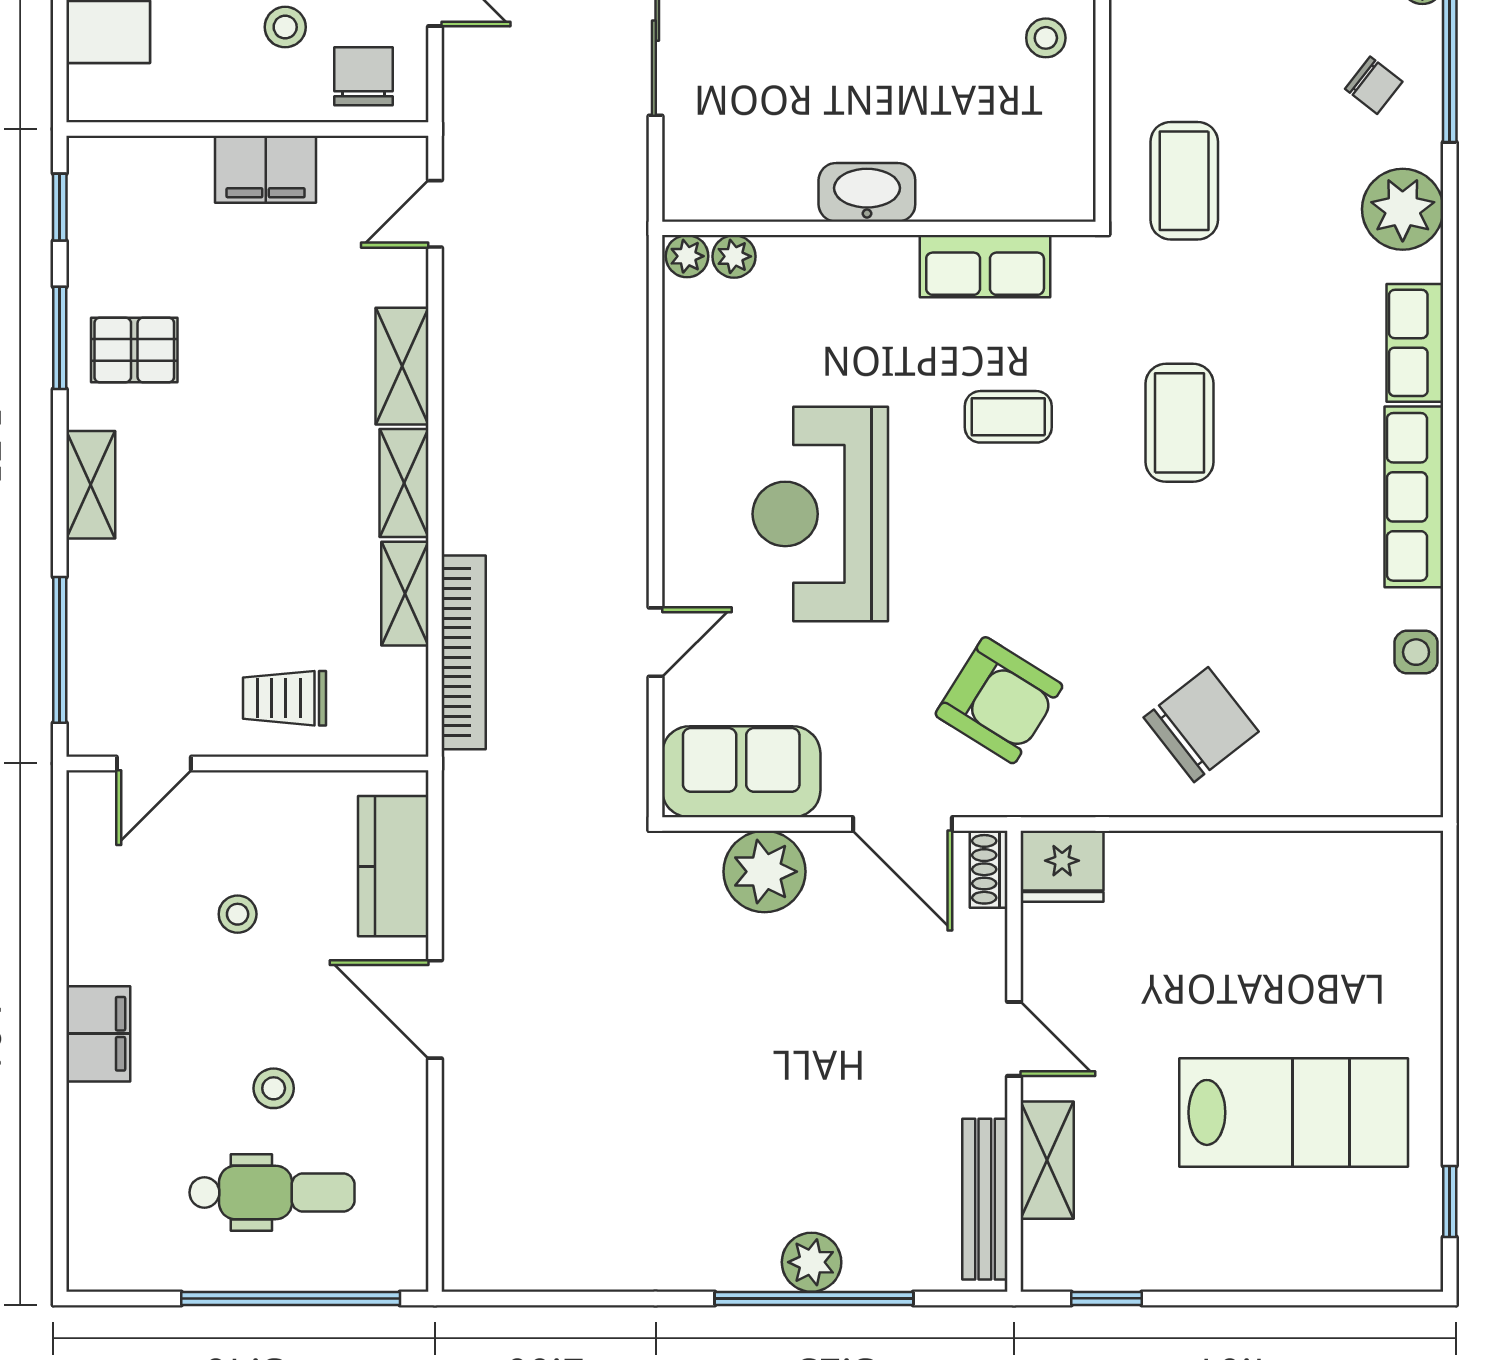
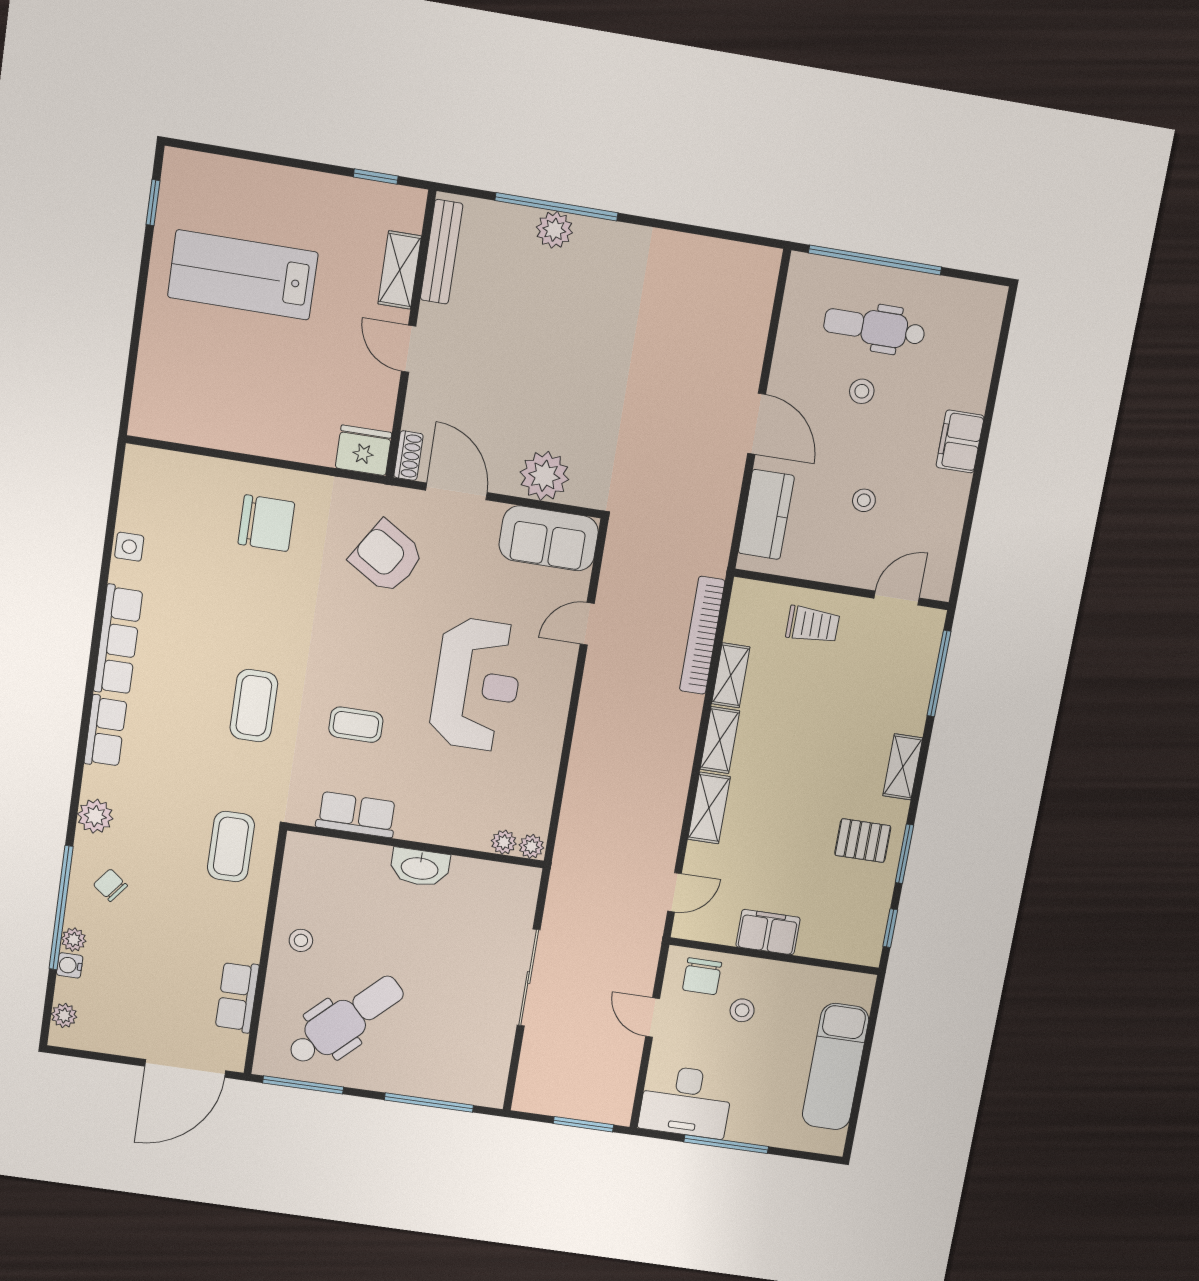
plant: (1403, 209) -> (95, 816), width x0.73, depth x0.73
chair: (1201, 725) -> (266, 523), turned -142

